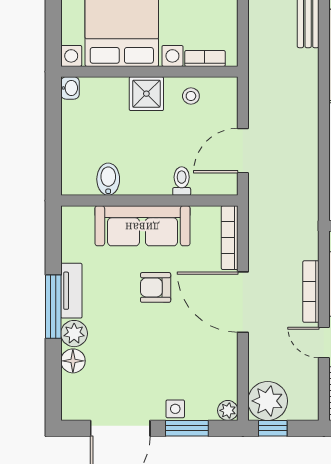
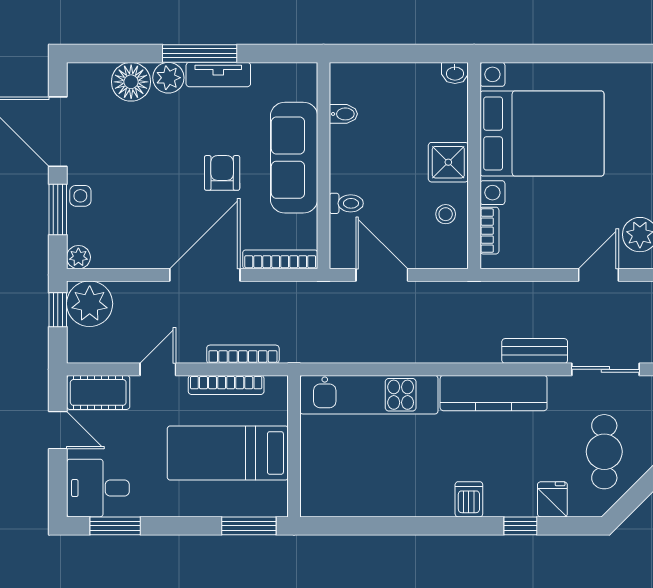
bidet: (108, 179) -> (343, 114), width x0.72, depth x0.74
bookcase: (311, 292) -> (243, 354), moved
floor lamp: (73, 361) -> (131, 82), width x1.38, depth x1.38

